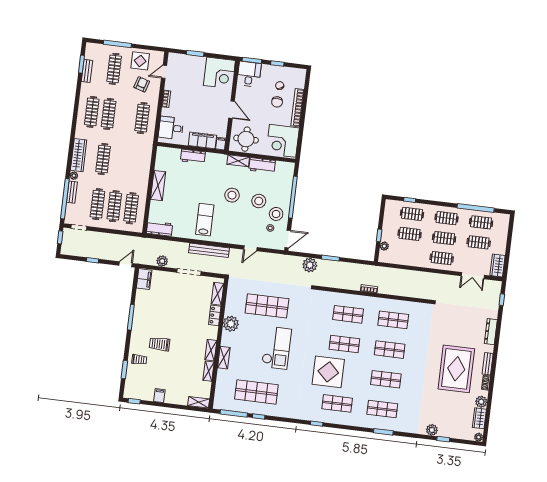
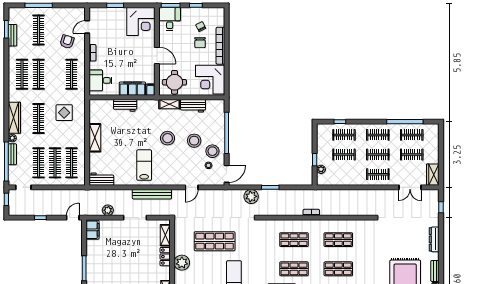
display table: (140, 61) -> (64, 113), moved

